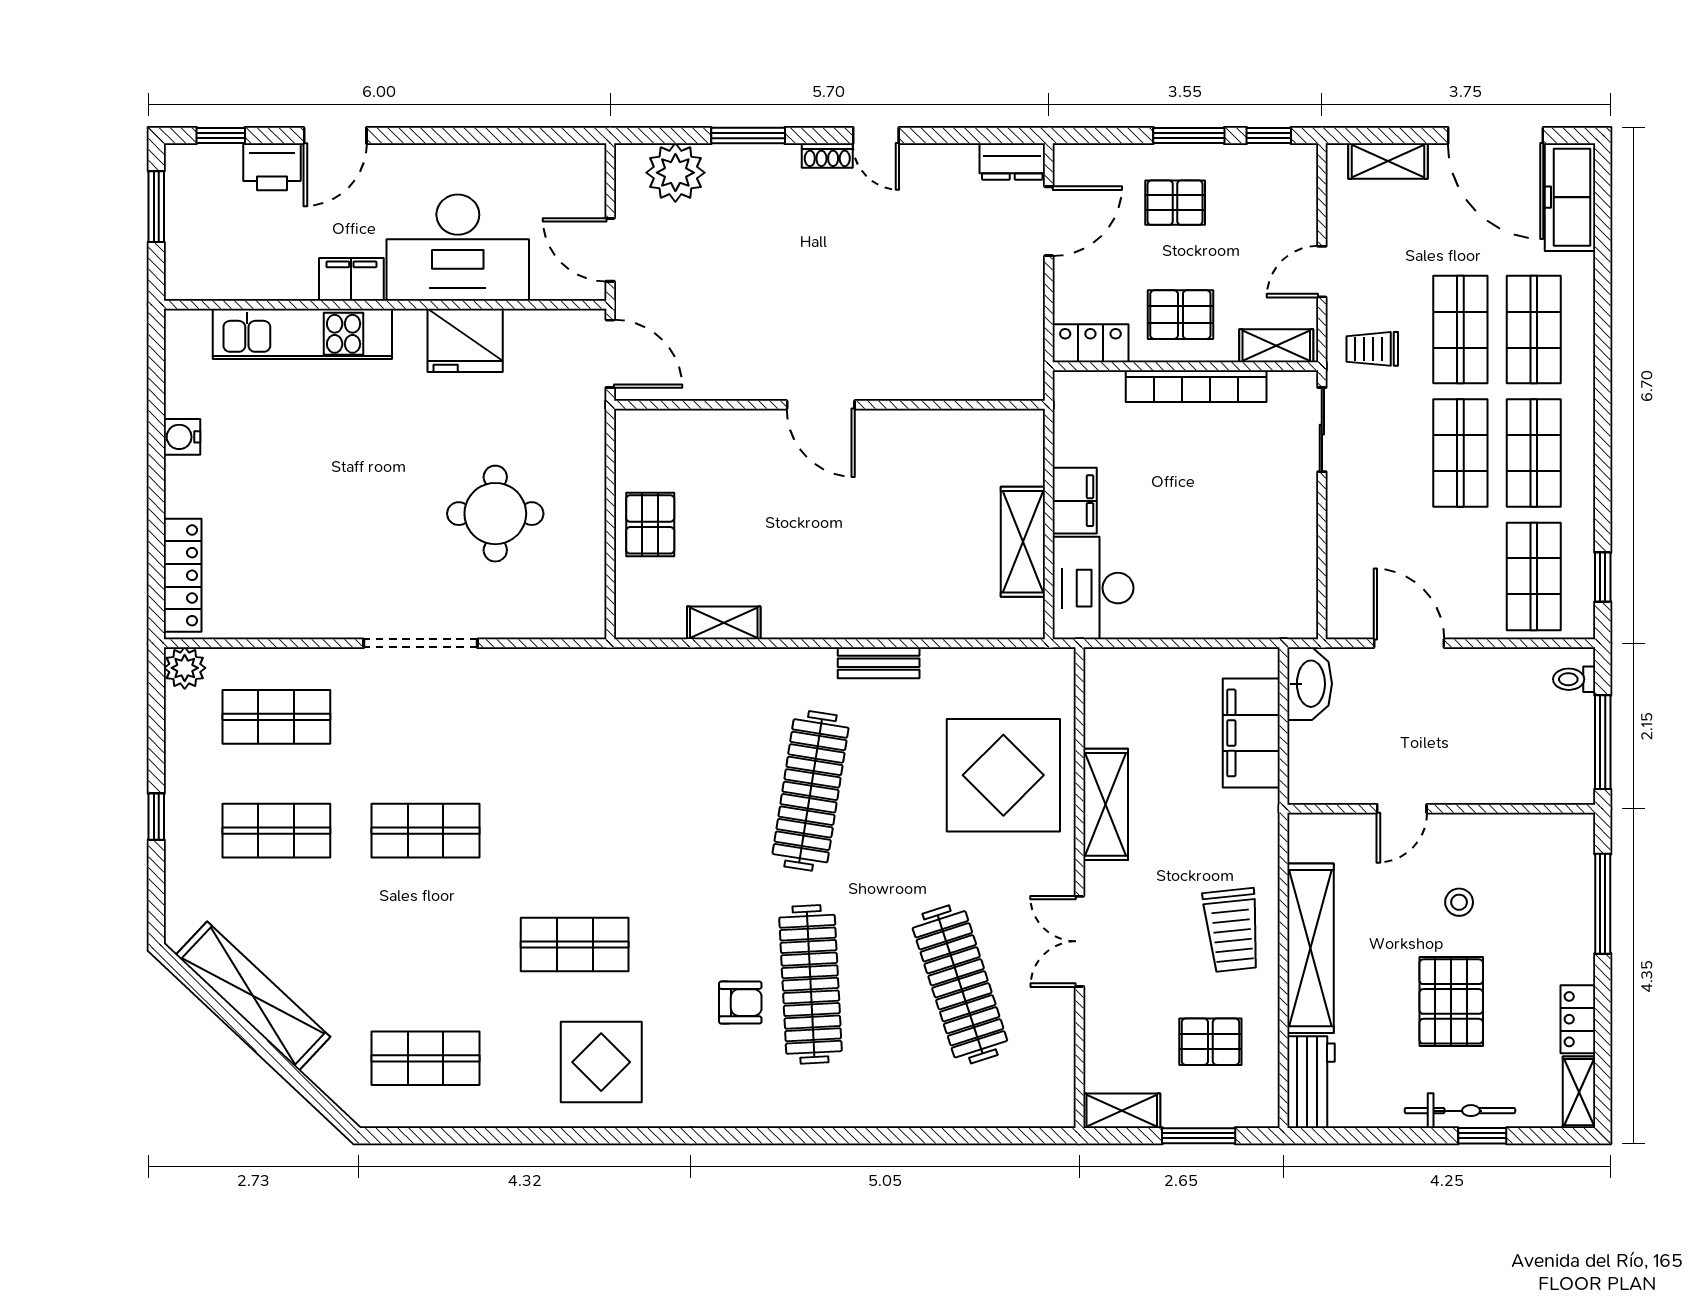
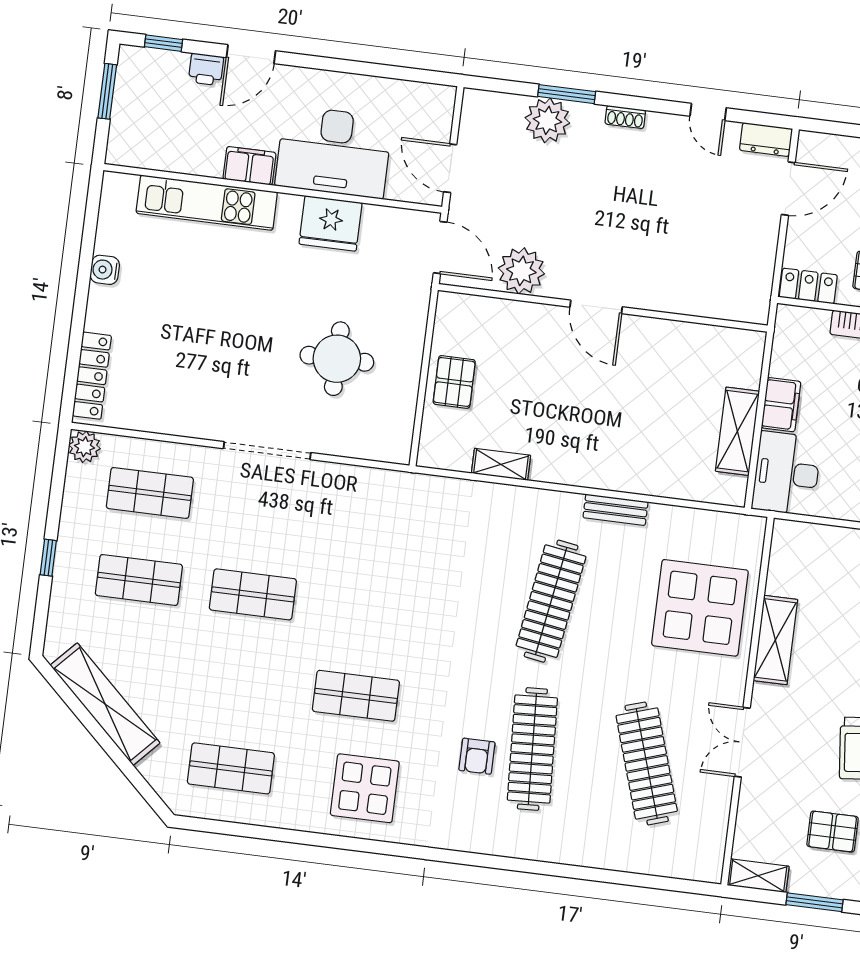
door: (876, 135) -> (708, 112), moved
printer: (272, 167) -> (206, 69), width x0.73, depth x0.81
plant: (675, 173) -> (547, 120), moved
plant: (719, 370) -> (521, 271), added
armchair: (740, 1003) -> (477, 756), turned 90

